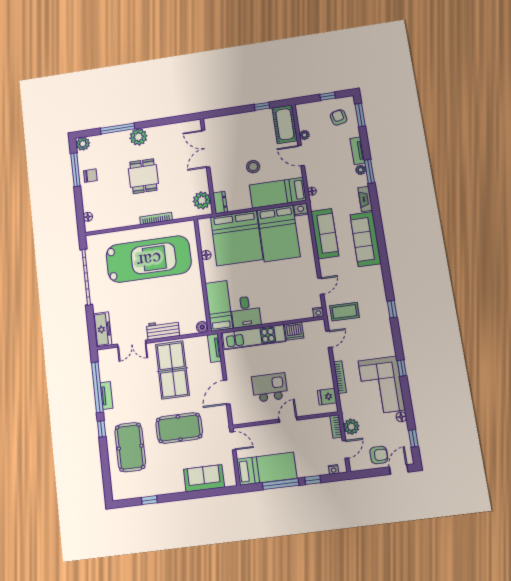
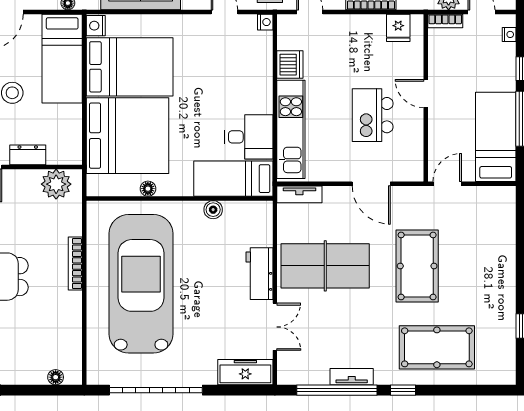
dresser: (220, 202) -> (28, 155), moved
boiler: (202, 327) -> (213, 210), moved
sofa: (204, 478) -> (498, 236), removed

